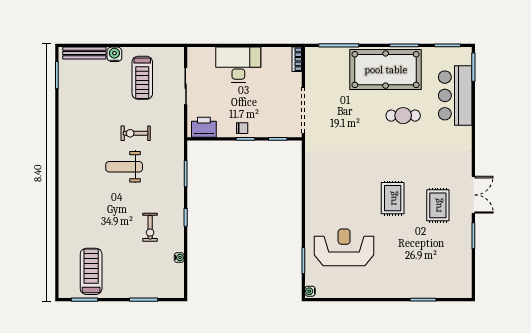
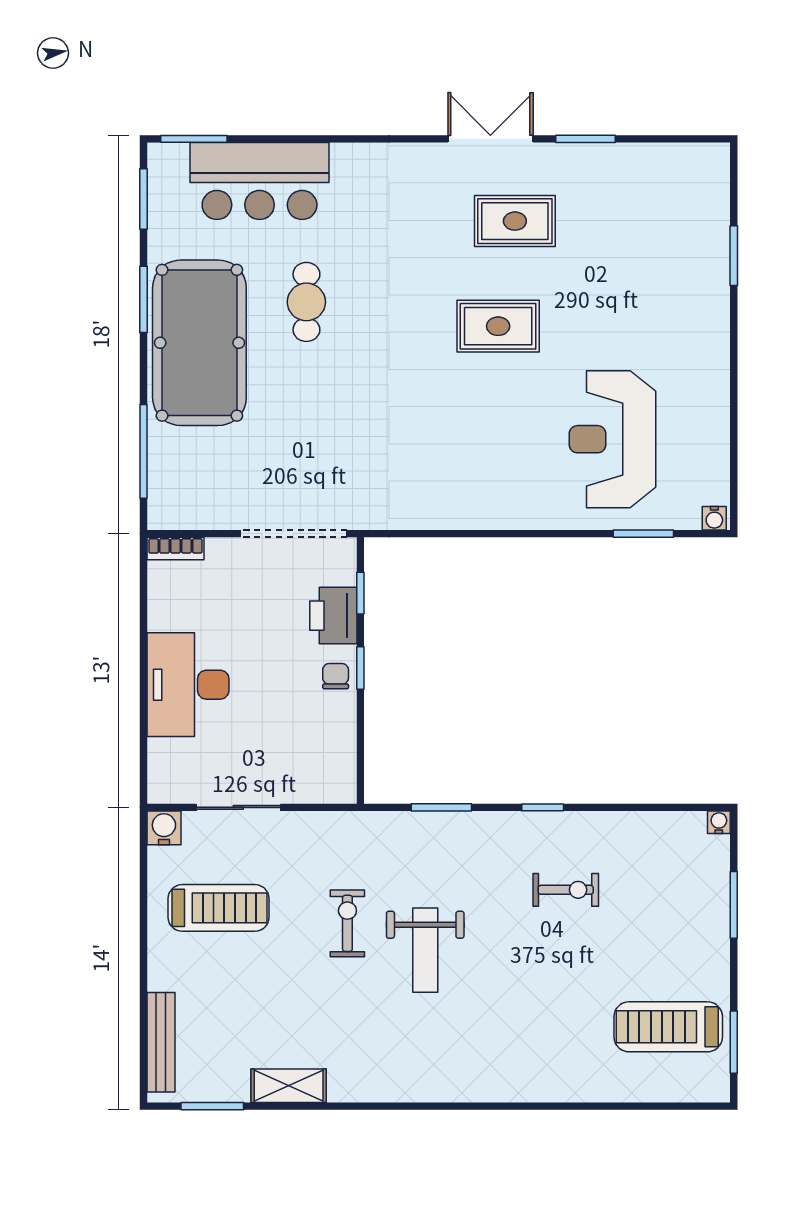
water cooler: (114, 54) -> (164, 828), moved, turned 90
shelving: (66, 108) -> (289, 1086), added
printer: (204, 127) -> (333, 616), moved
exercise bike: (136, 133) -> (347, 923), turned 180
water cooler: (179, 258) -> (719, 822), moved

